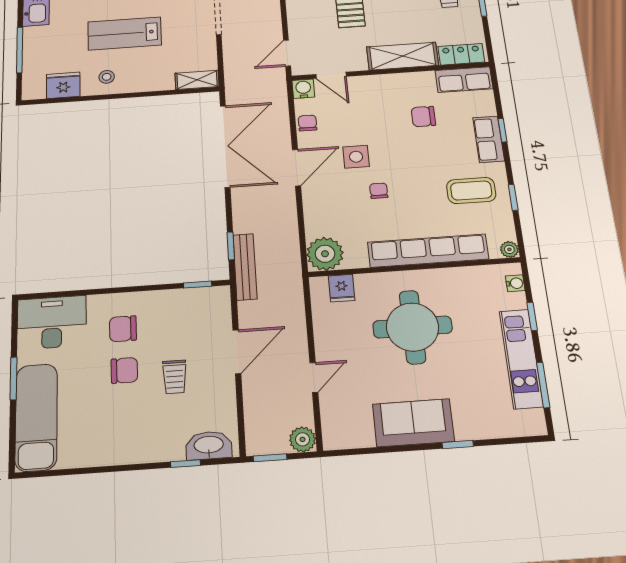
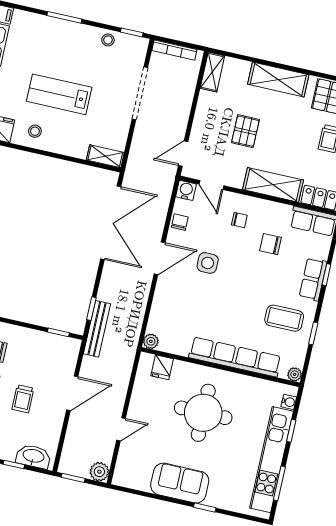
chair: (379, 191) -> (239, 220), moved, turned 90
plant: (325, 254) -> (151, 341), width x0.53, depth x0.53
kitchen unit: (521, 359) -> (271, 460), width x1.36

